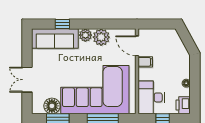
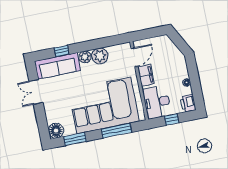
door: (137, 46) -> (134, 57), swing flipped
filing cabinet: (145, 62) -> (146, 75), width x2.00
double door: (27, 80) -> (36, 92), moved
floor lamp: (52, 106) -> (56, 131), moved

